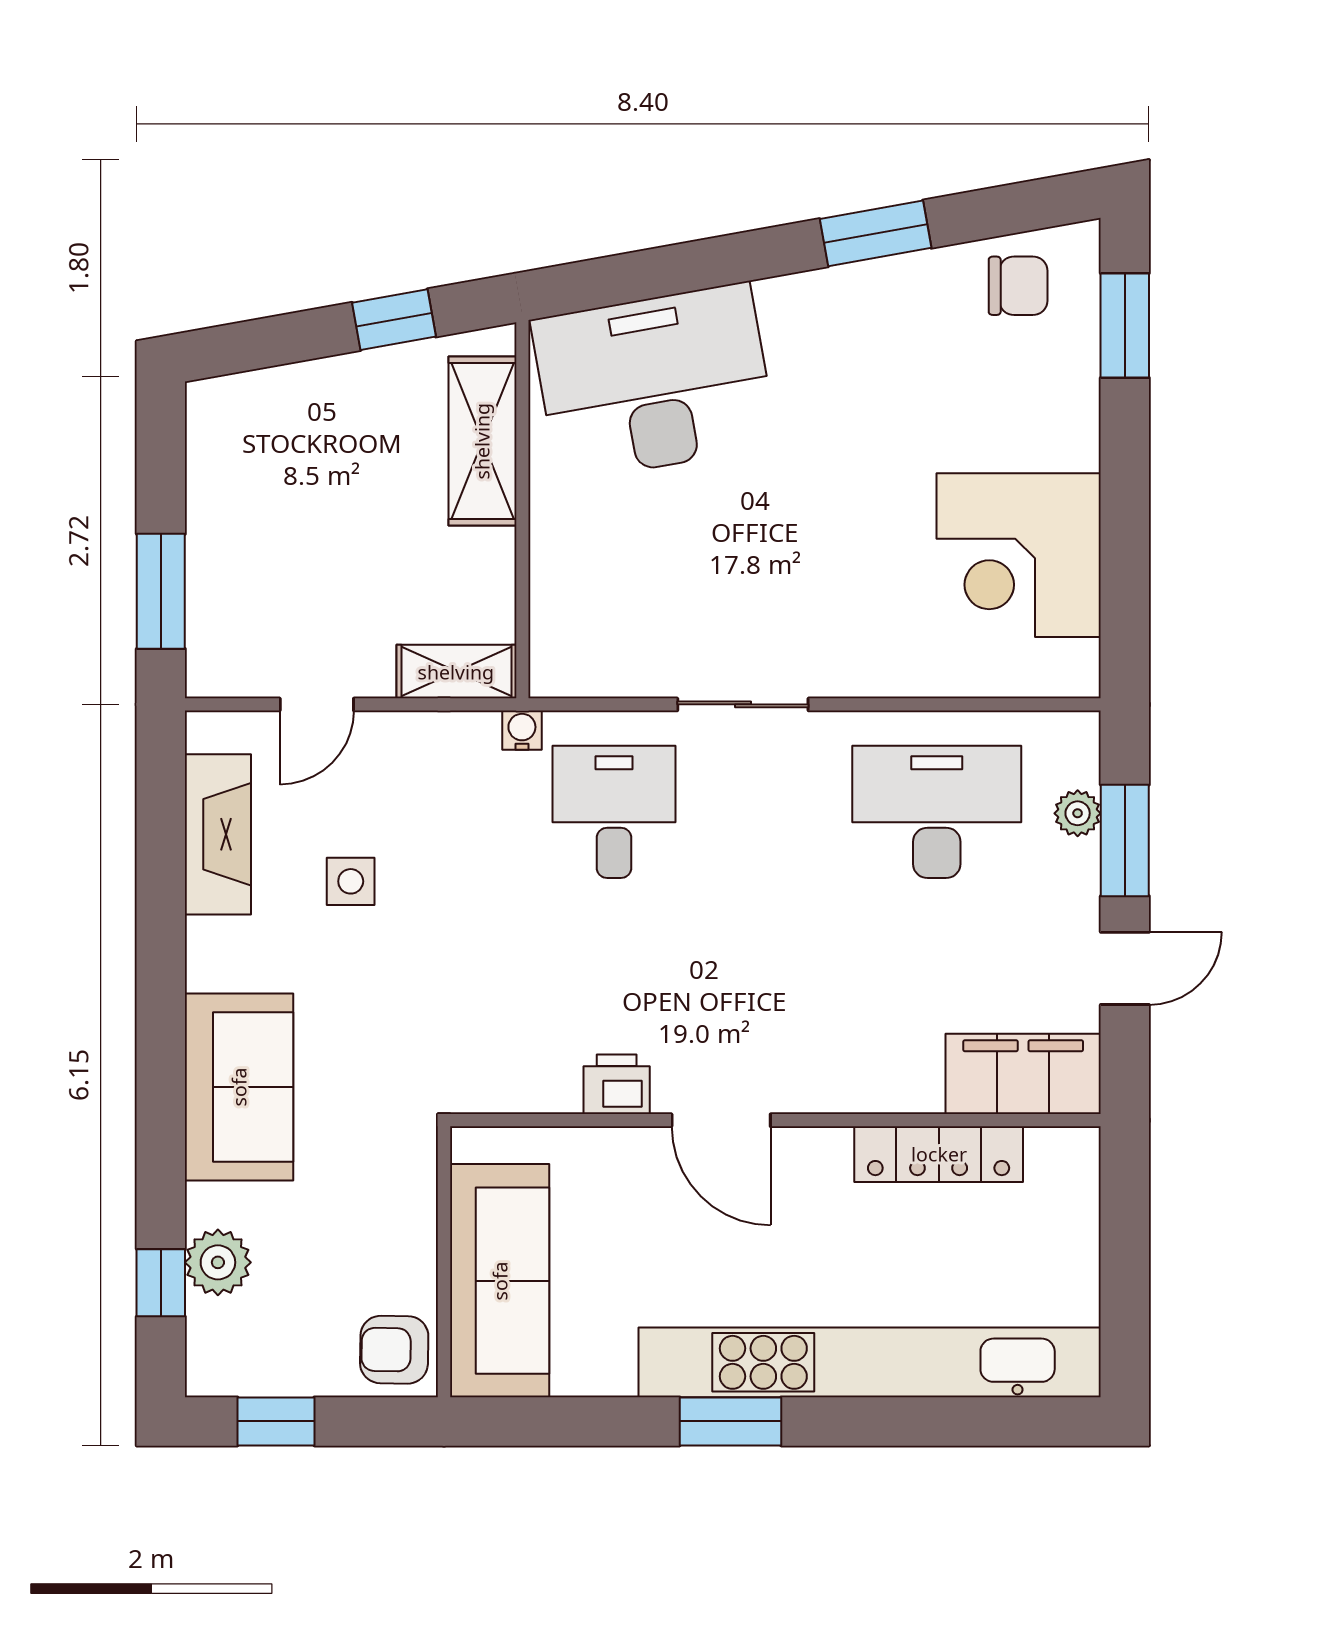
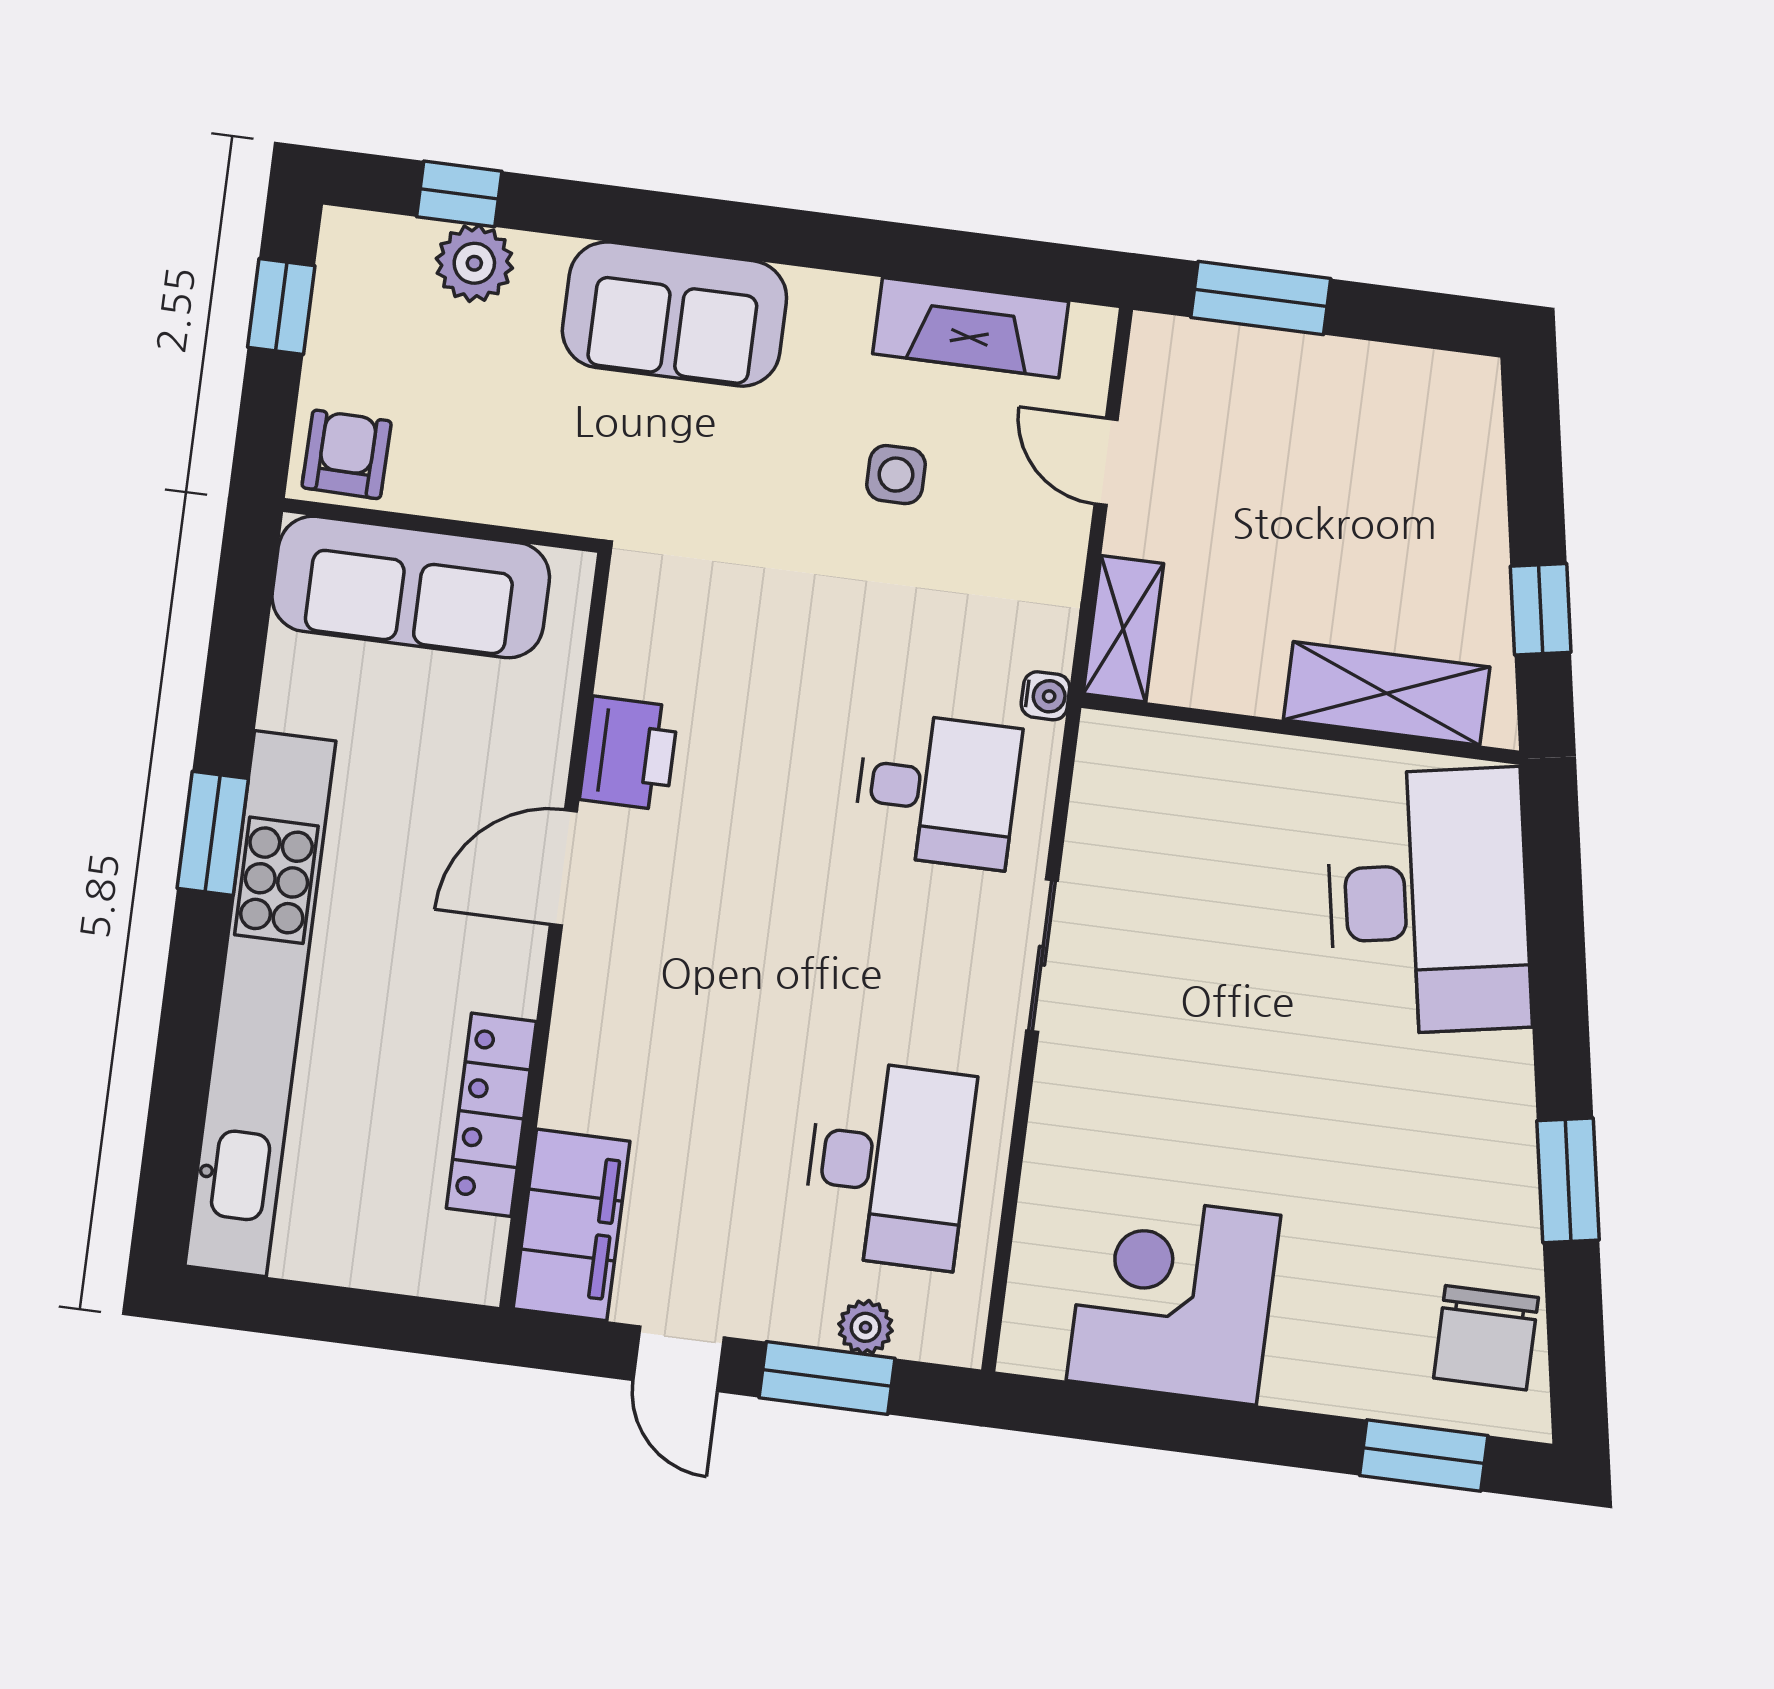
chair: (1018, 286) -> (1486, 1338), width x1.37, depth x1.37
printer: (617, 1084) -> (629, 753), width x1.36, depth x1.24

